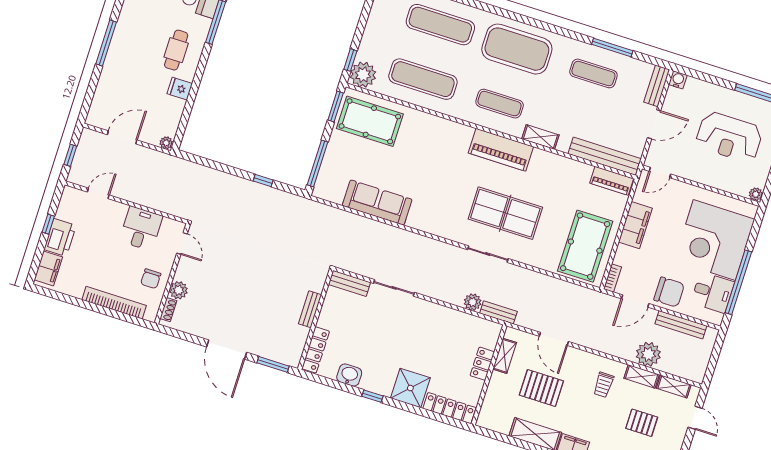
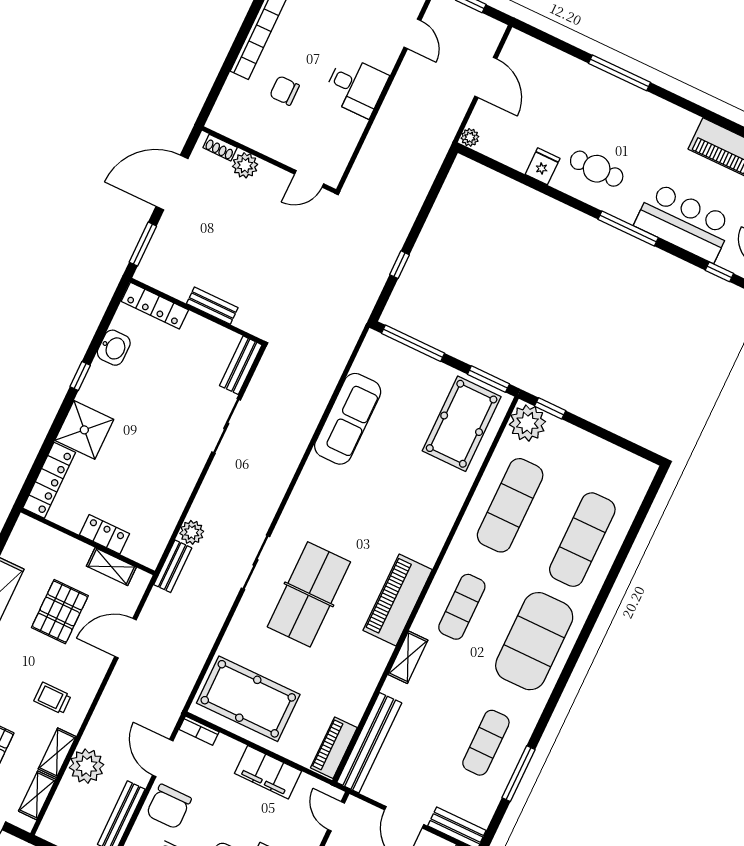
door: (182, 244) -> (309, 179), moved
wall: (172, 274) -> (269, 160), moved
plant: (179, 290) -> (245, 165), moved
shoe rack: (168, 310) -> (220, 148), moved

